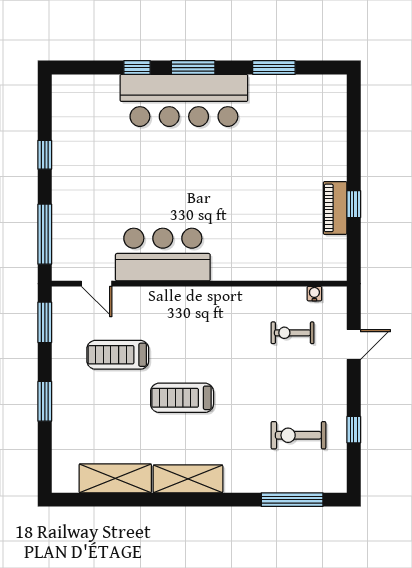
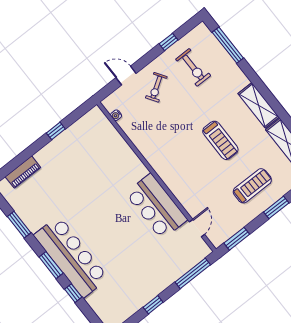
piano: (335, 208) -> (23, 172), moved
exercise bike: (292, 333) -> (156, 87), moved, turned 57
treadmill: (118, 355) -> (252, 186), moved, turned -90

